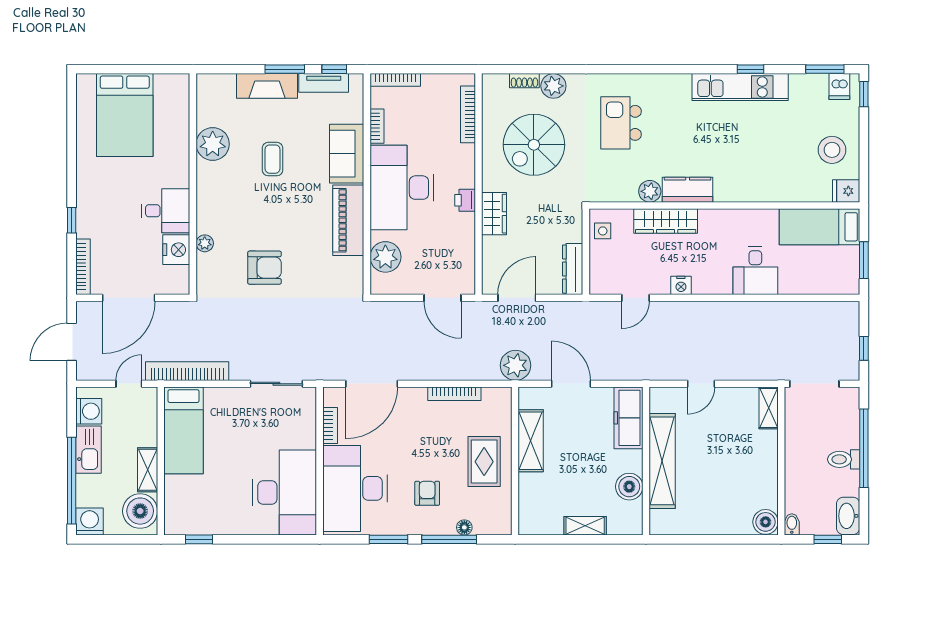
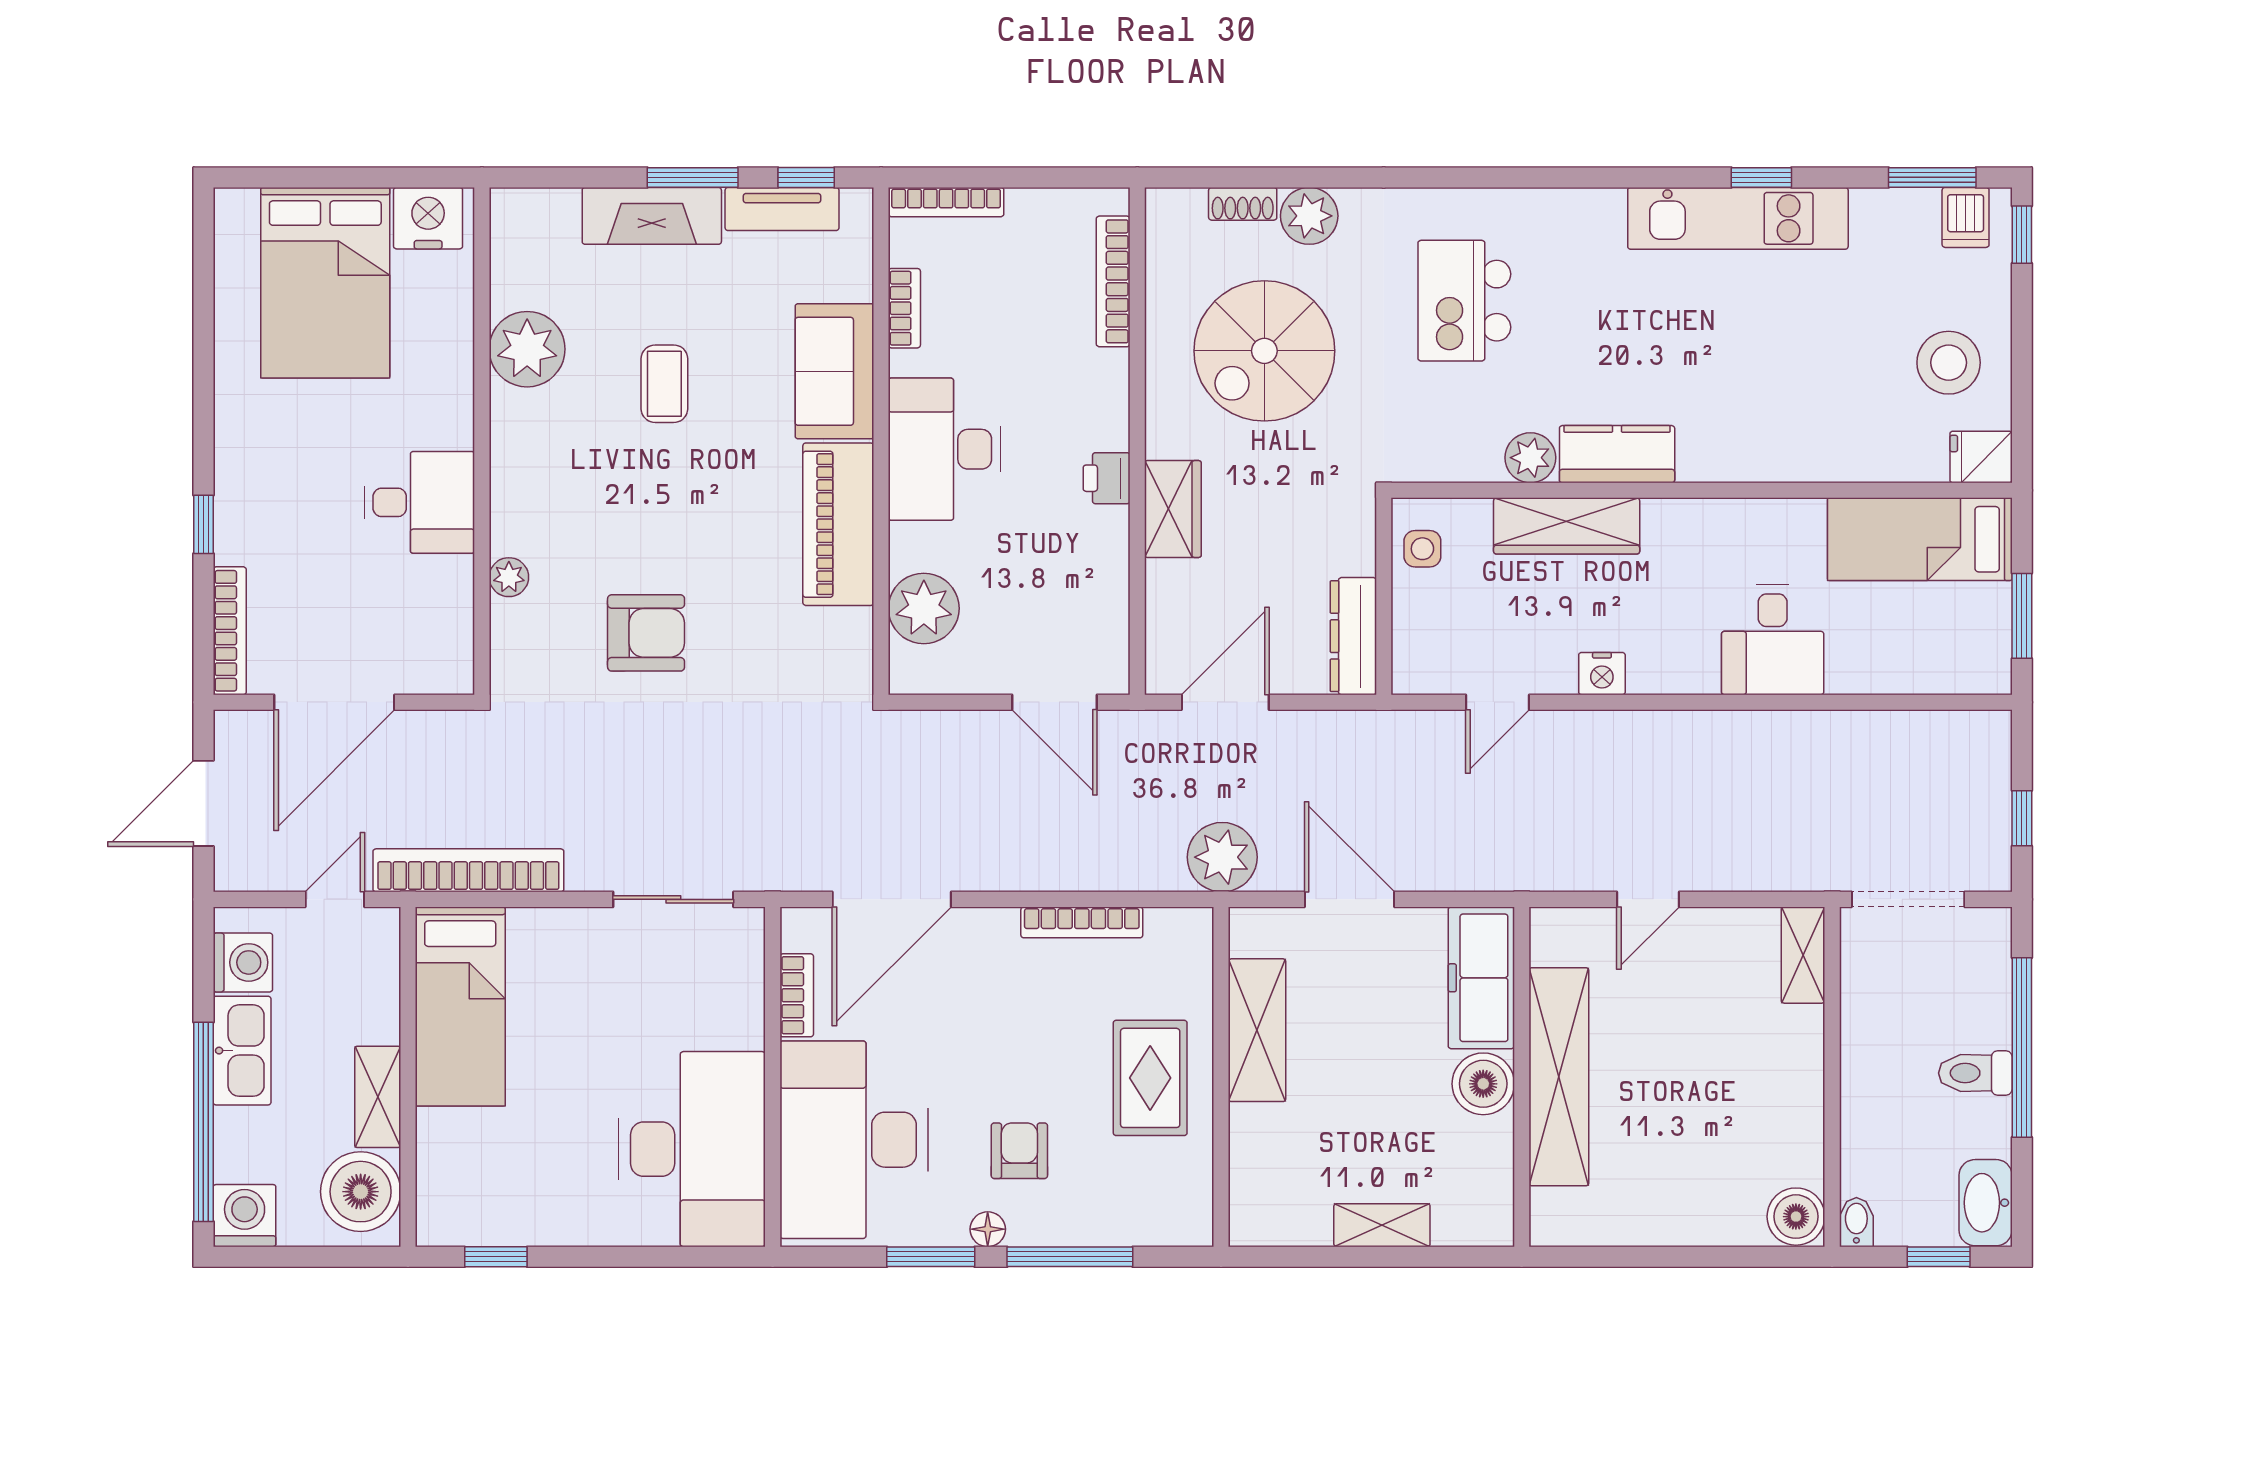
desk: (402, 188) -> (944, 449), width x0.73, depth x0.77
nightstand: (176, 250) -> (428, 218), moved, turned -90
boiler: (629, 487) -> (1483, 1084), moved
floor lamp: (464, 527) -> (988, 1229), moved

